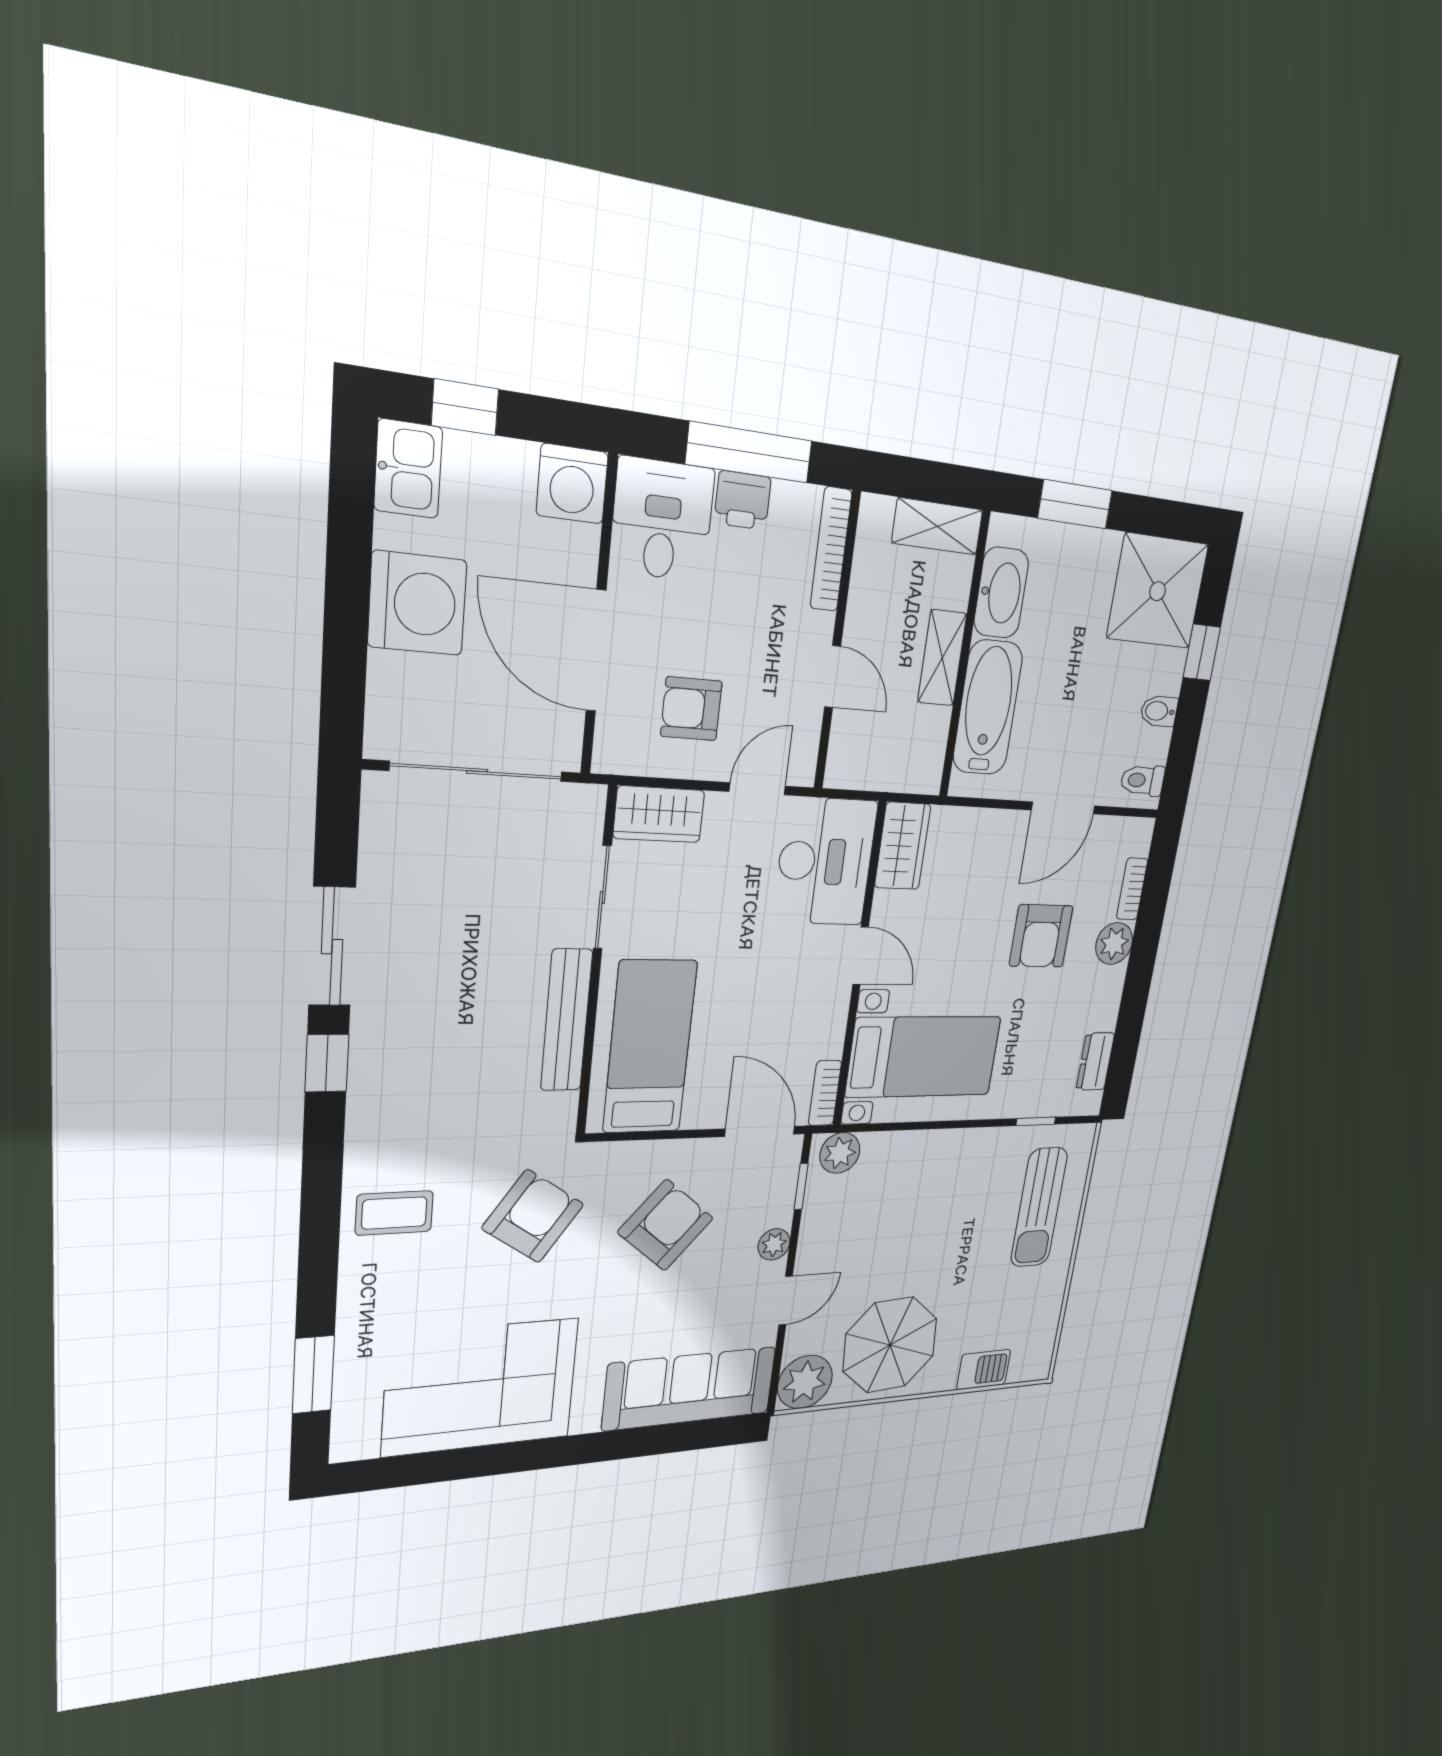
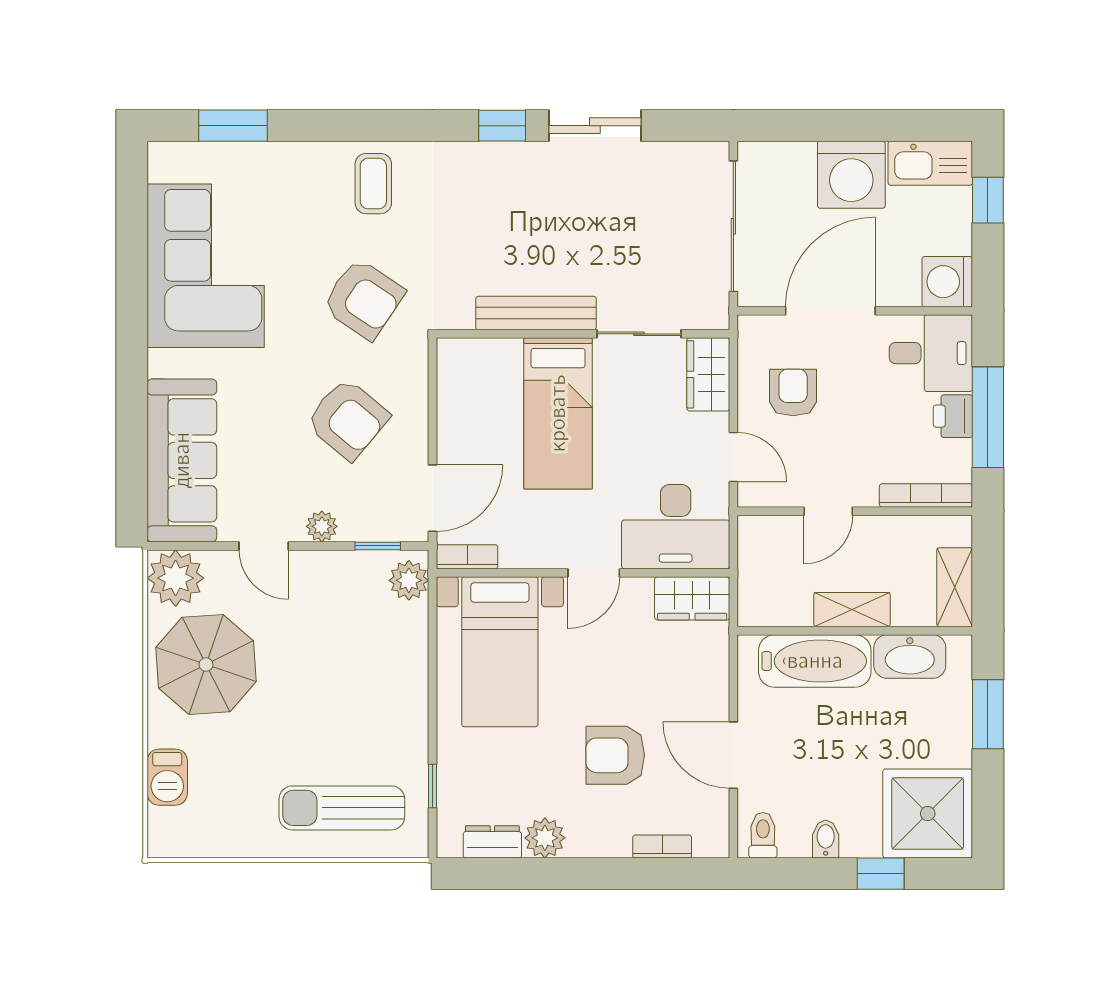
kitchen sink: (408, 469) -> (930, 163), width x1.38
plant: (1114, 943) -> (545, 838), moved
bed: (650, 1047) -> (558, 413), moved, turned 90

